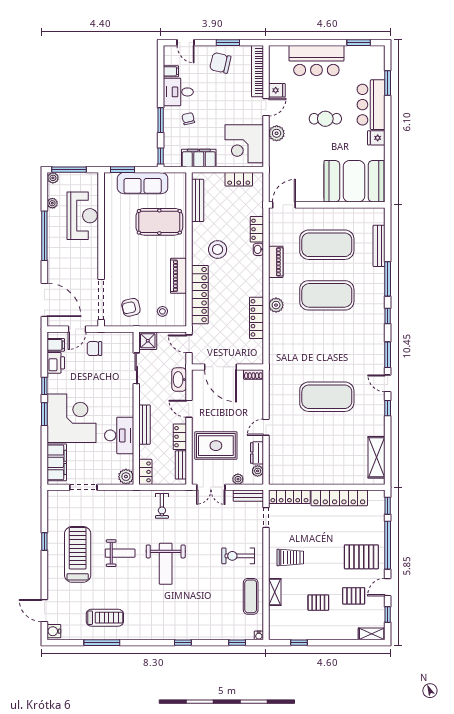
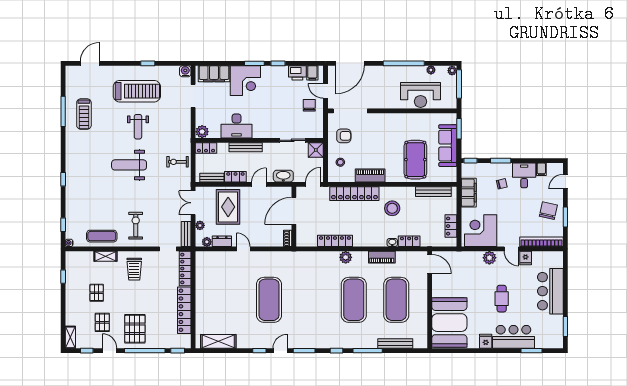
armchair: (131, 307) -> (344, 136), turned 103
corner desk: (72, 418) -> (245, 81), width x0.74, depth x0.74
water cooler: (54, 631) -> (185, 71), moved

